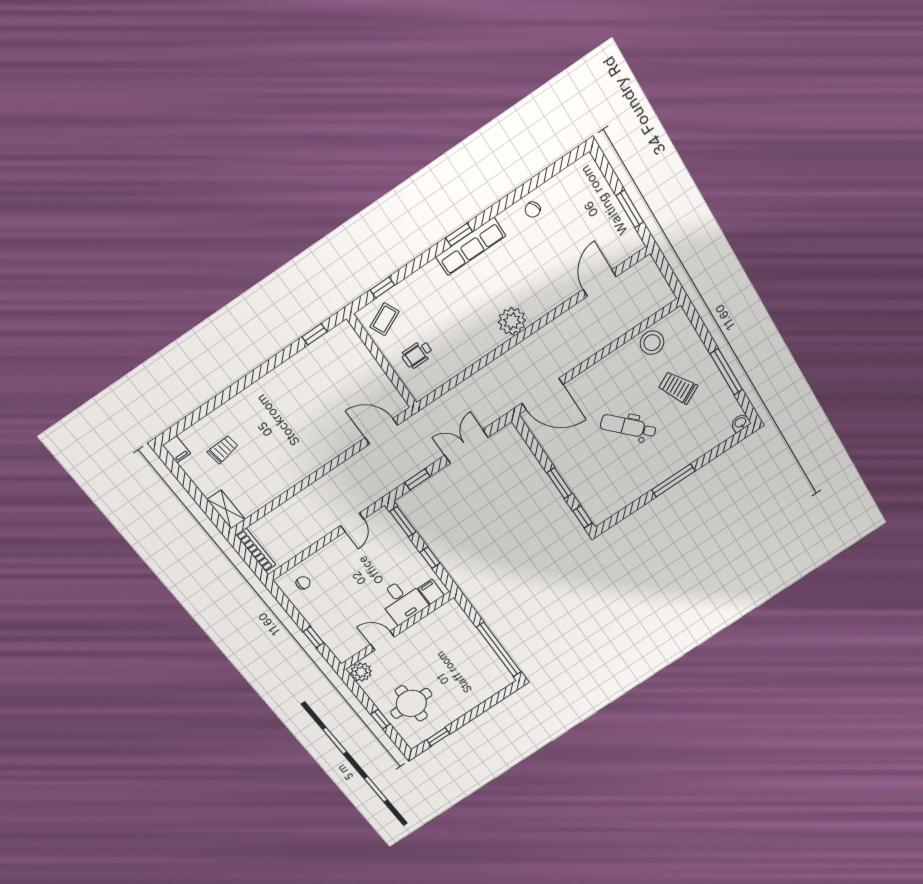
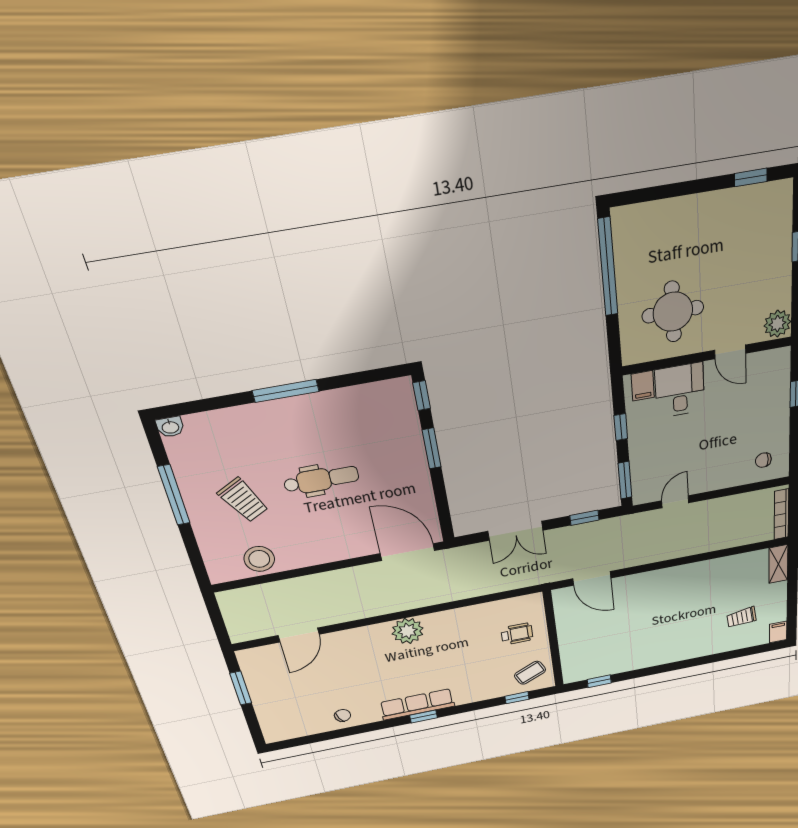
dental chair: (628, 427) -> (321, 480), turned -47
round table: (411, 703) -> (673, 312), moved

